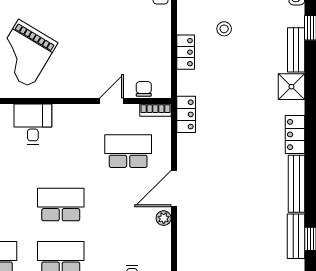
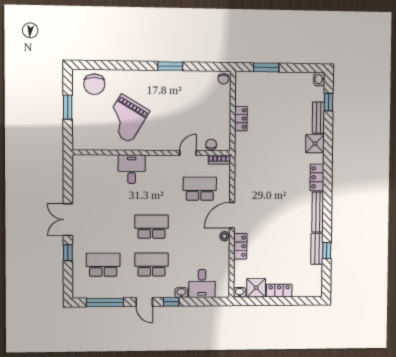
stool: (224, 29) -> (268, 102), removed
locker: (186, 114) -> (240, 246), moved

